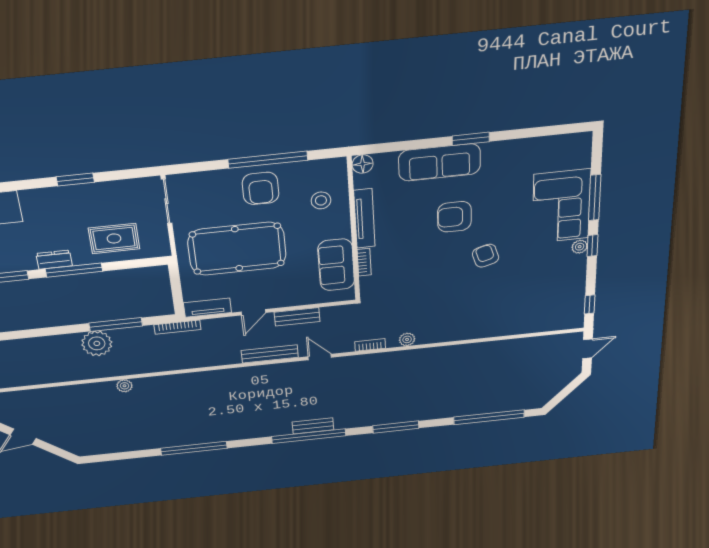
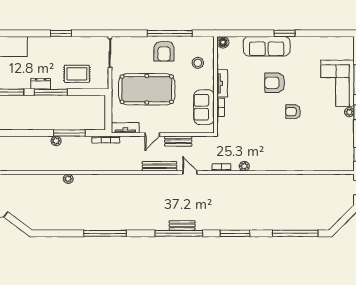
tv unit: (364, 219) -> (222, 83), width x0.71
armchair: (486, 256) -> (293, 112), turned -73
plant: (97, 343) -> (56, 141), width x0.53, depth x0.53

